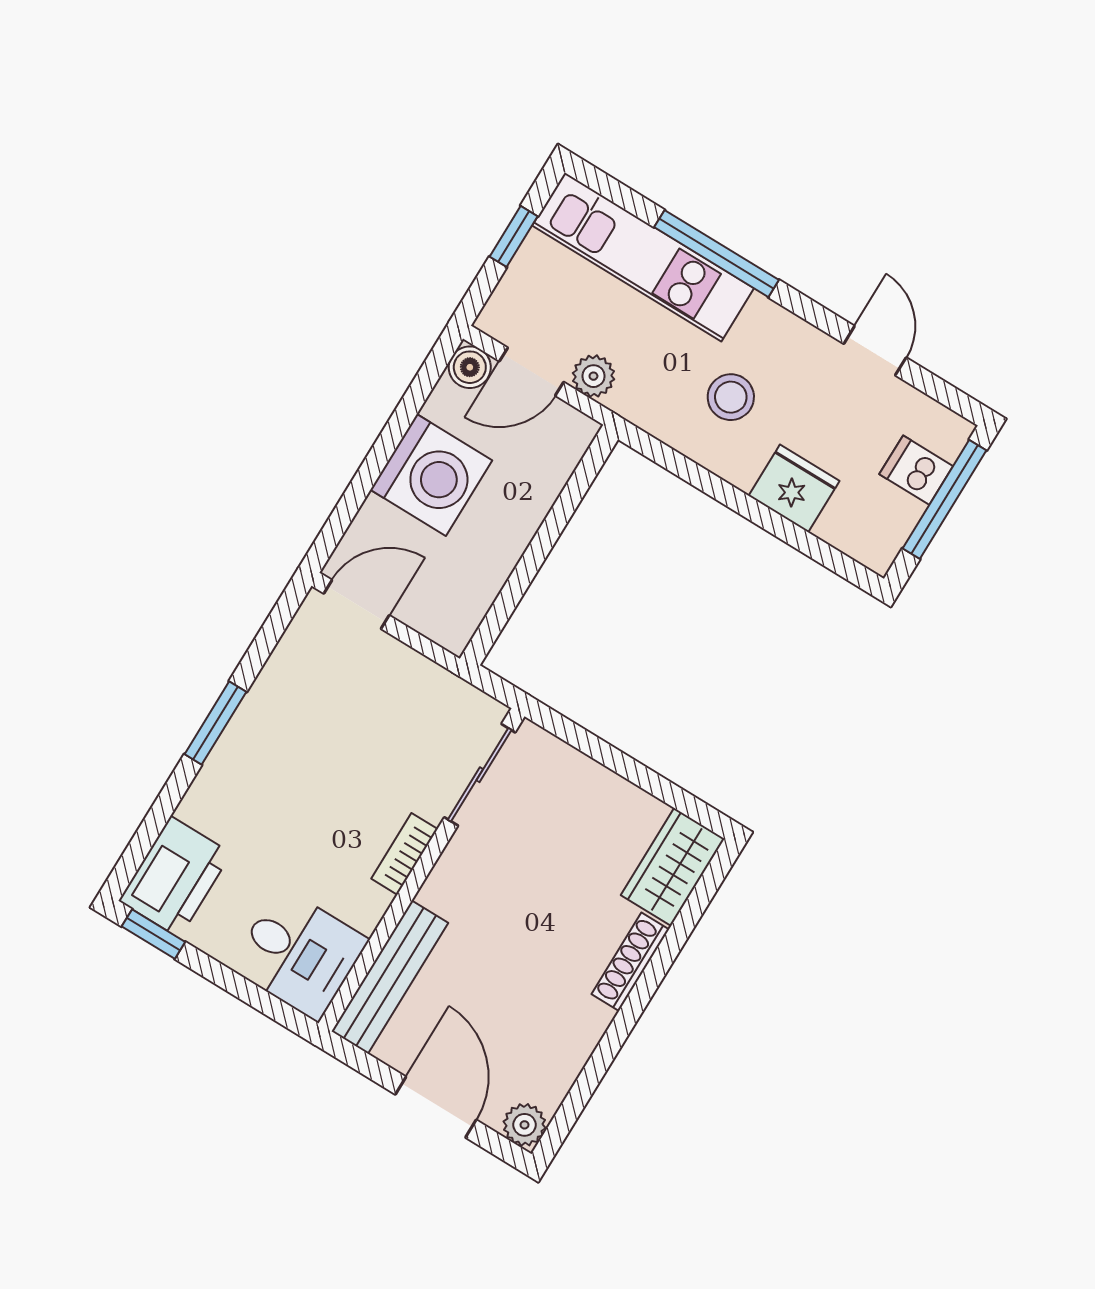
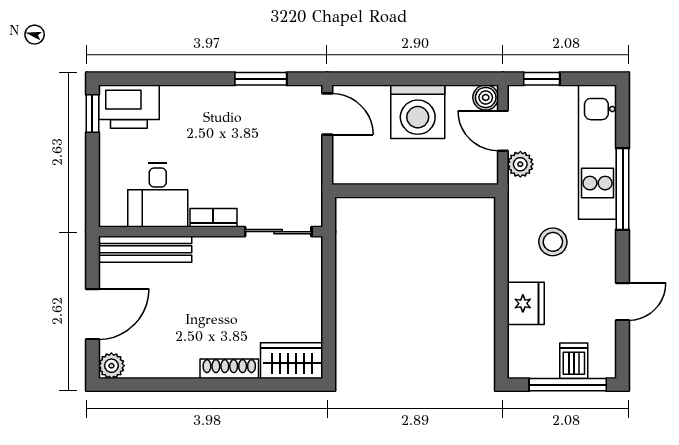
window: (514, 236) -> (542, 79), moved
window: (215, 723) -> (261, 79), moved
desk: (299, 954) -> (158, 195), moved

